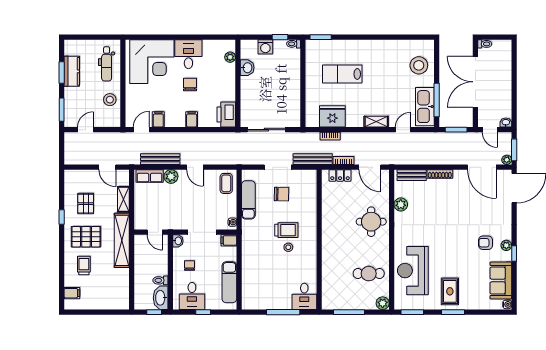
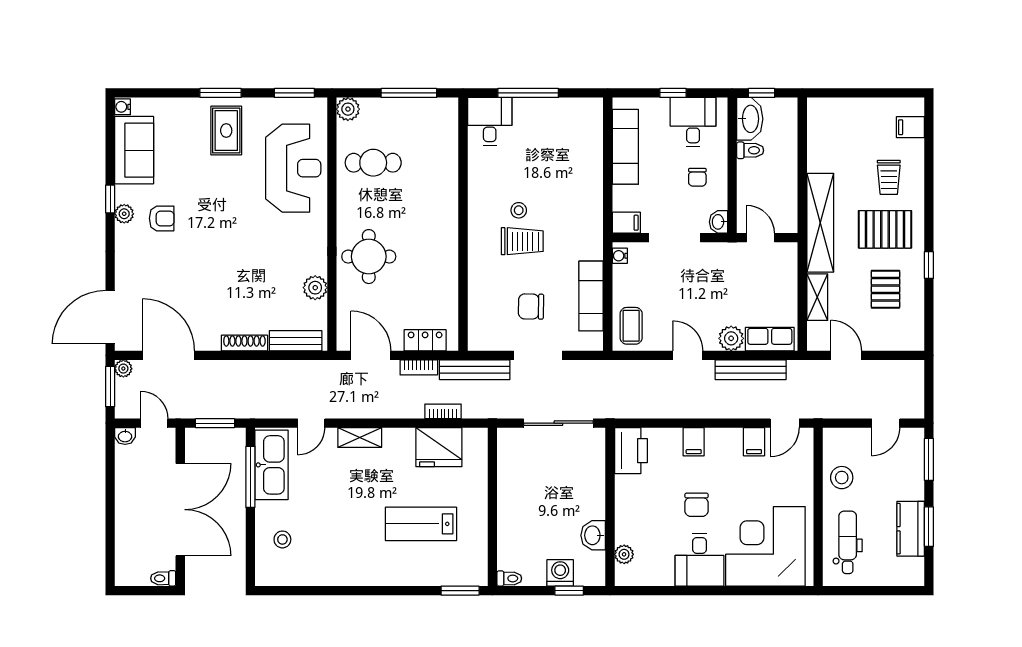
window: (280, 37) -> (569, 591), moved
stool: (419, 65) -> (282, 539), width x0.53, depth x0.53
lab bench: (342, 74) -> (421, 524), turned 180
trolley: (286, 230) -> (522, 241), turned 180

